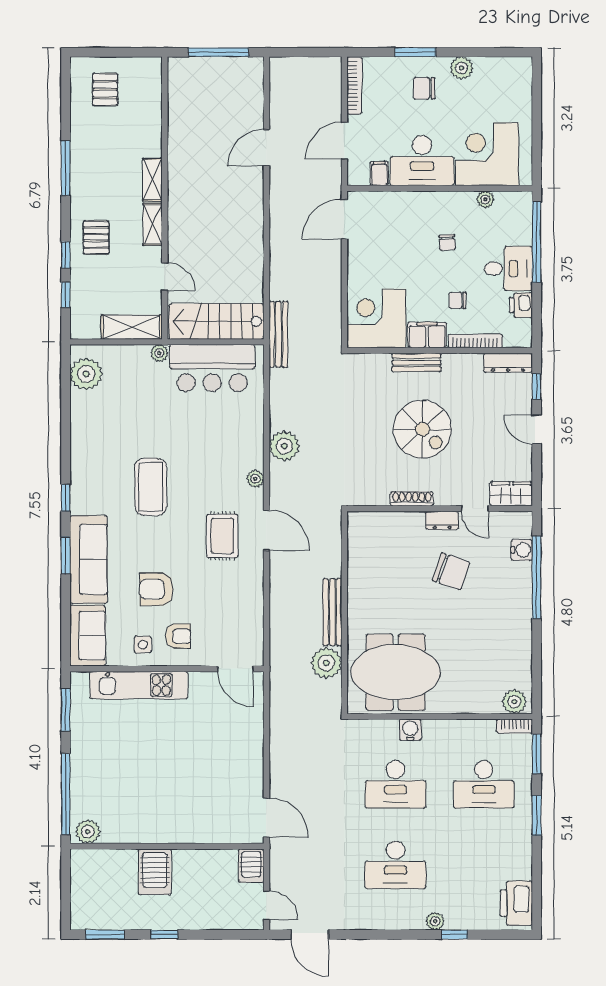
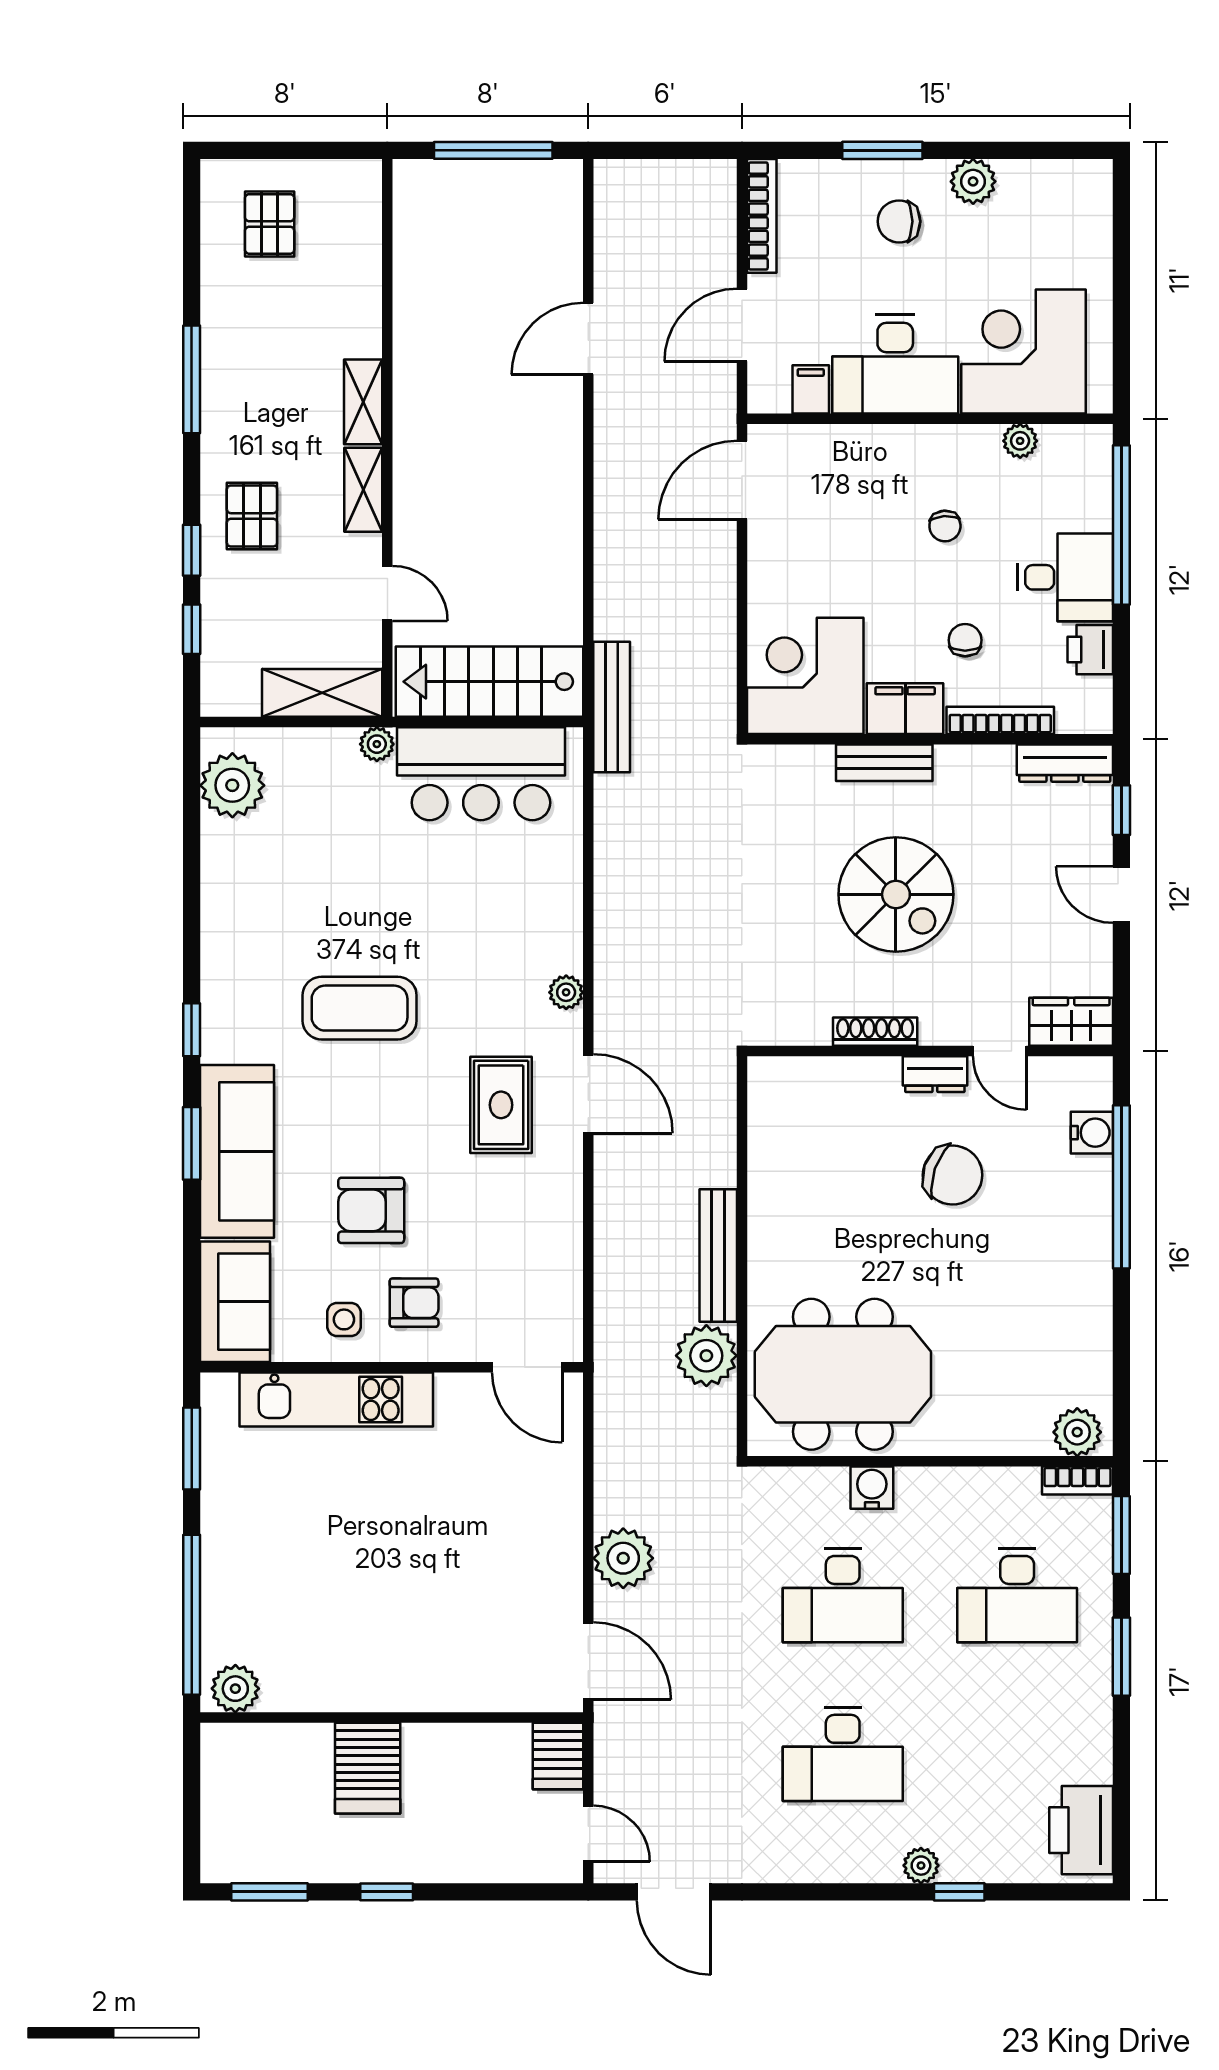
chair: (457, 300) -> (965, 640), turned 90
plant: (284, 446) -> (623, 1558), moved
coffee table: (151, 487) -> (360, 1008), turned 90

